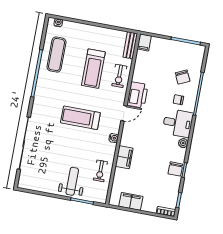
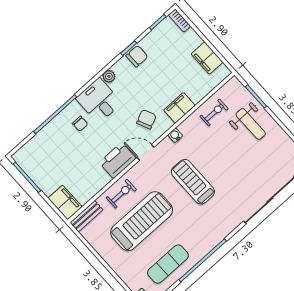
filing cabinet: (144, 42) -> (65, 203), width x2.00
treadmill: (93, 69) -> (142, 221), width x1.37, depth x1.38
chair: (183, 77) -> (146, 119), moved
treadmill: (80, 118) -> (193, 182), turned 180
weight bench: (72, 181) -> (251, 124), turned -90

